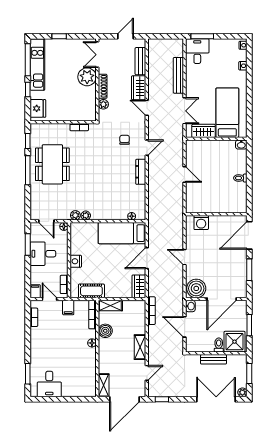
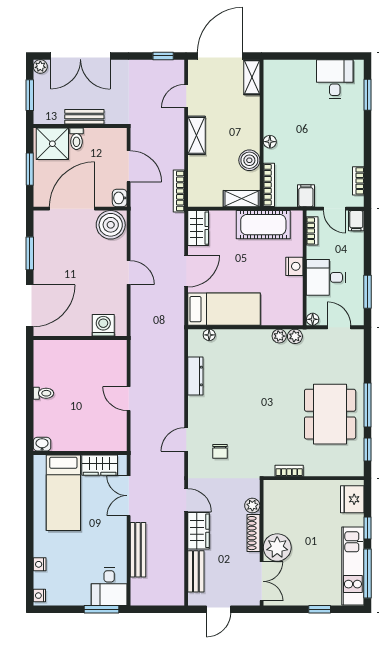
dresser: (141, 172) -> (195, 376), moved
desk: (43, 254) -> (326, 277), moved, turned 180
cot: (91, 291) -> (263, 225), width x1.37, depth x1.34

